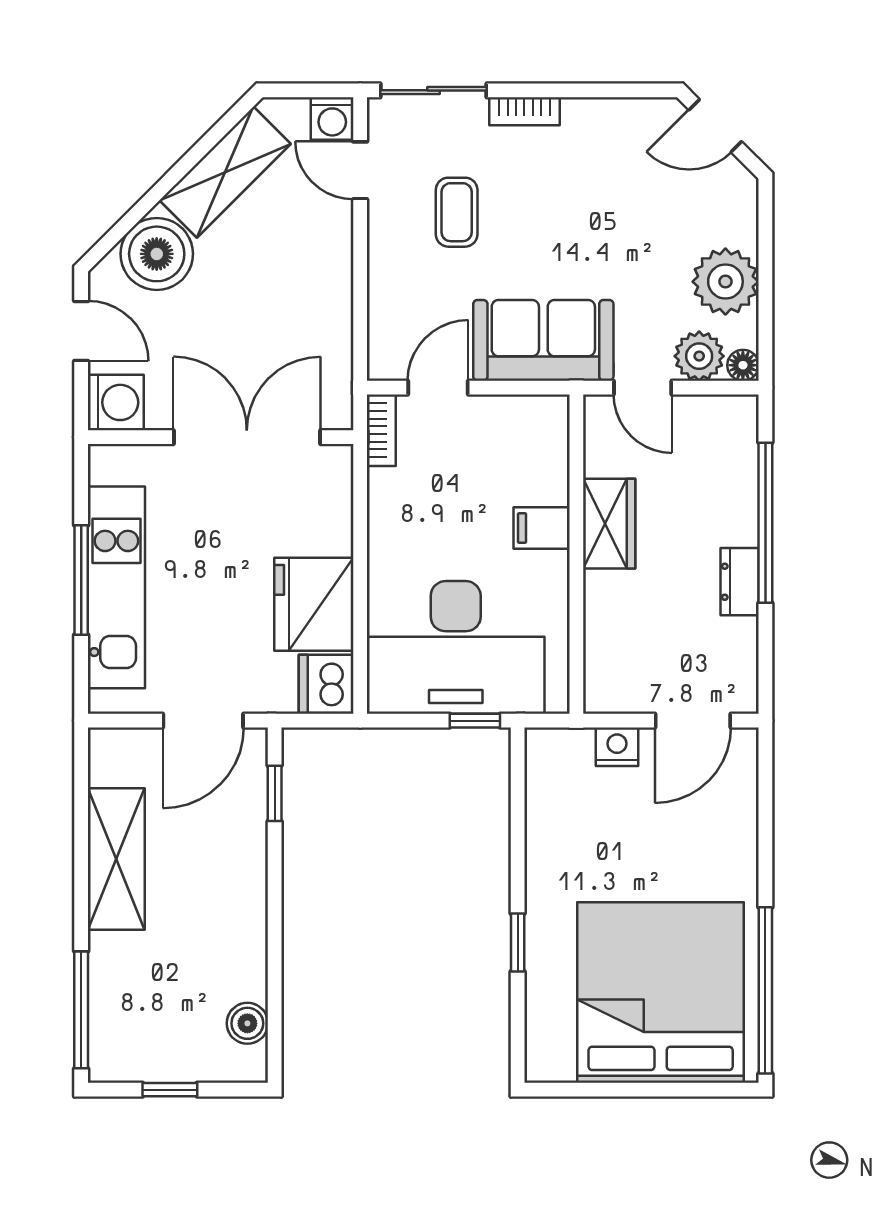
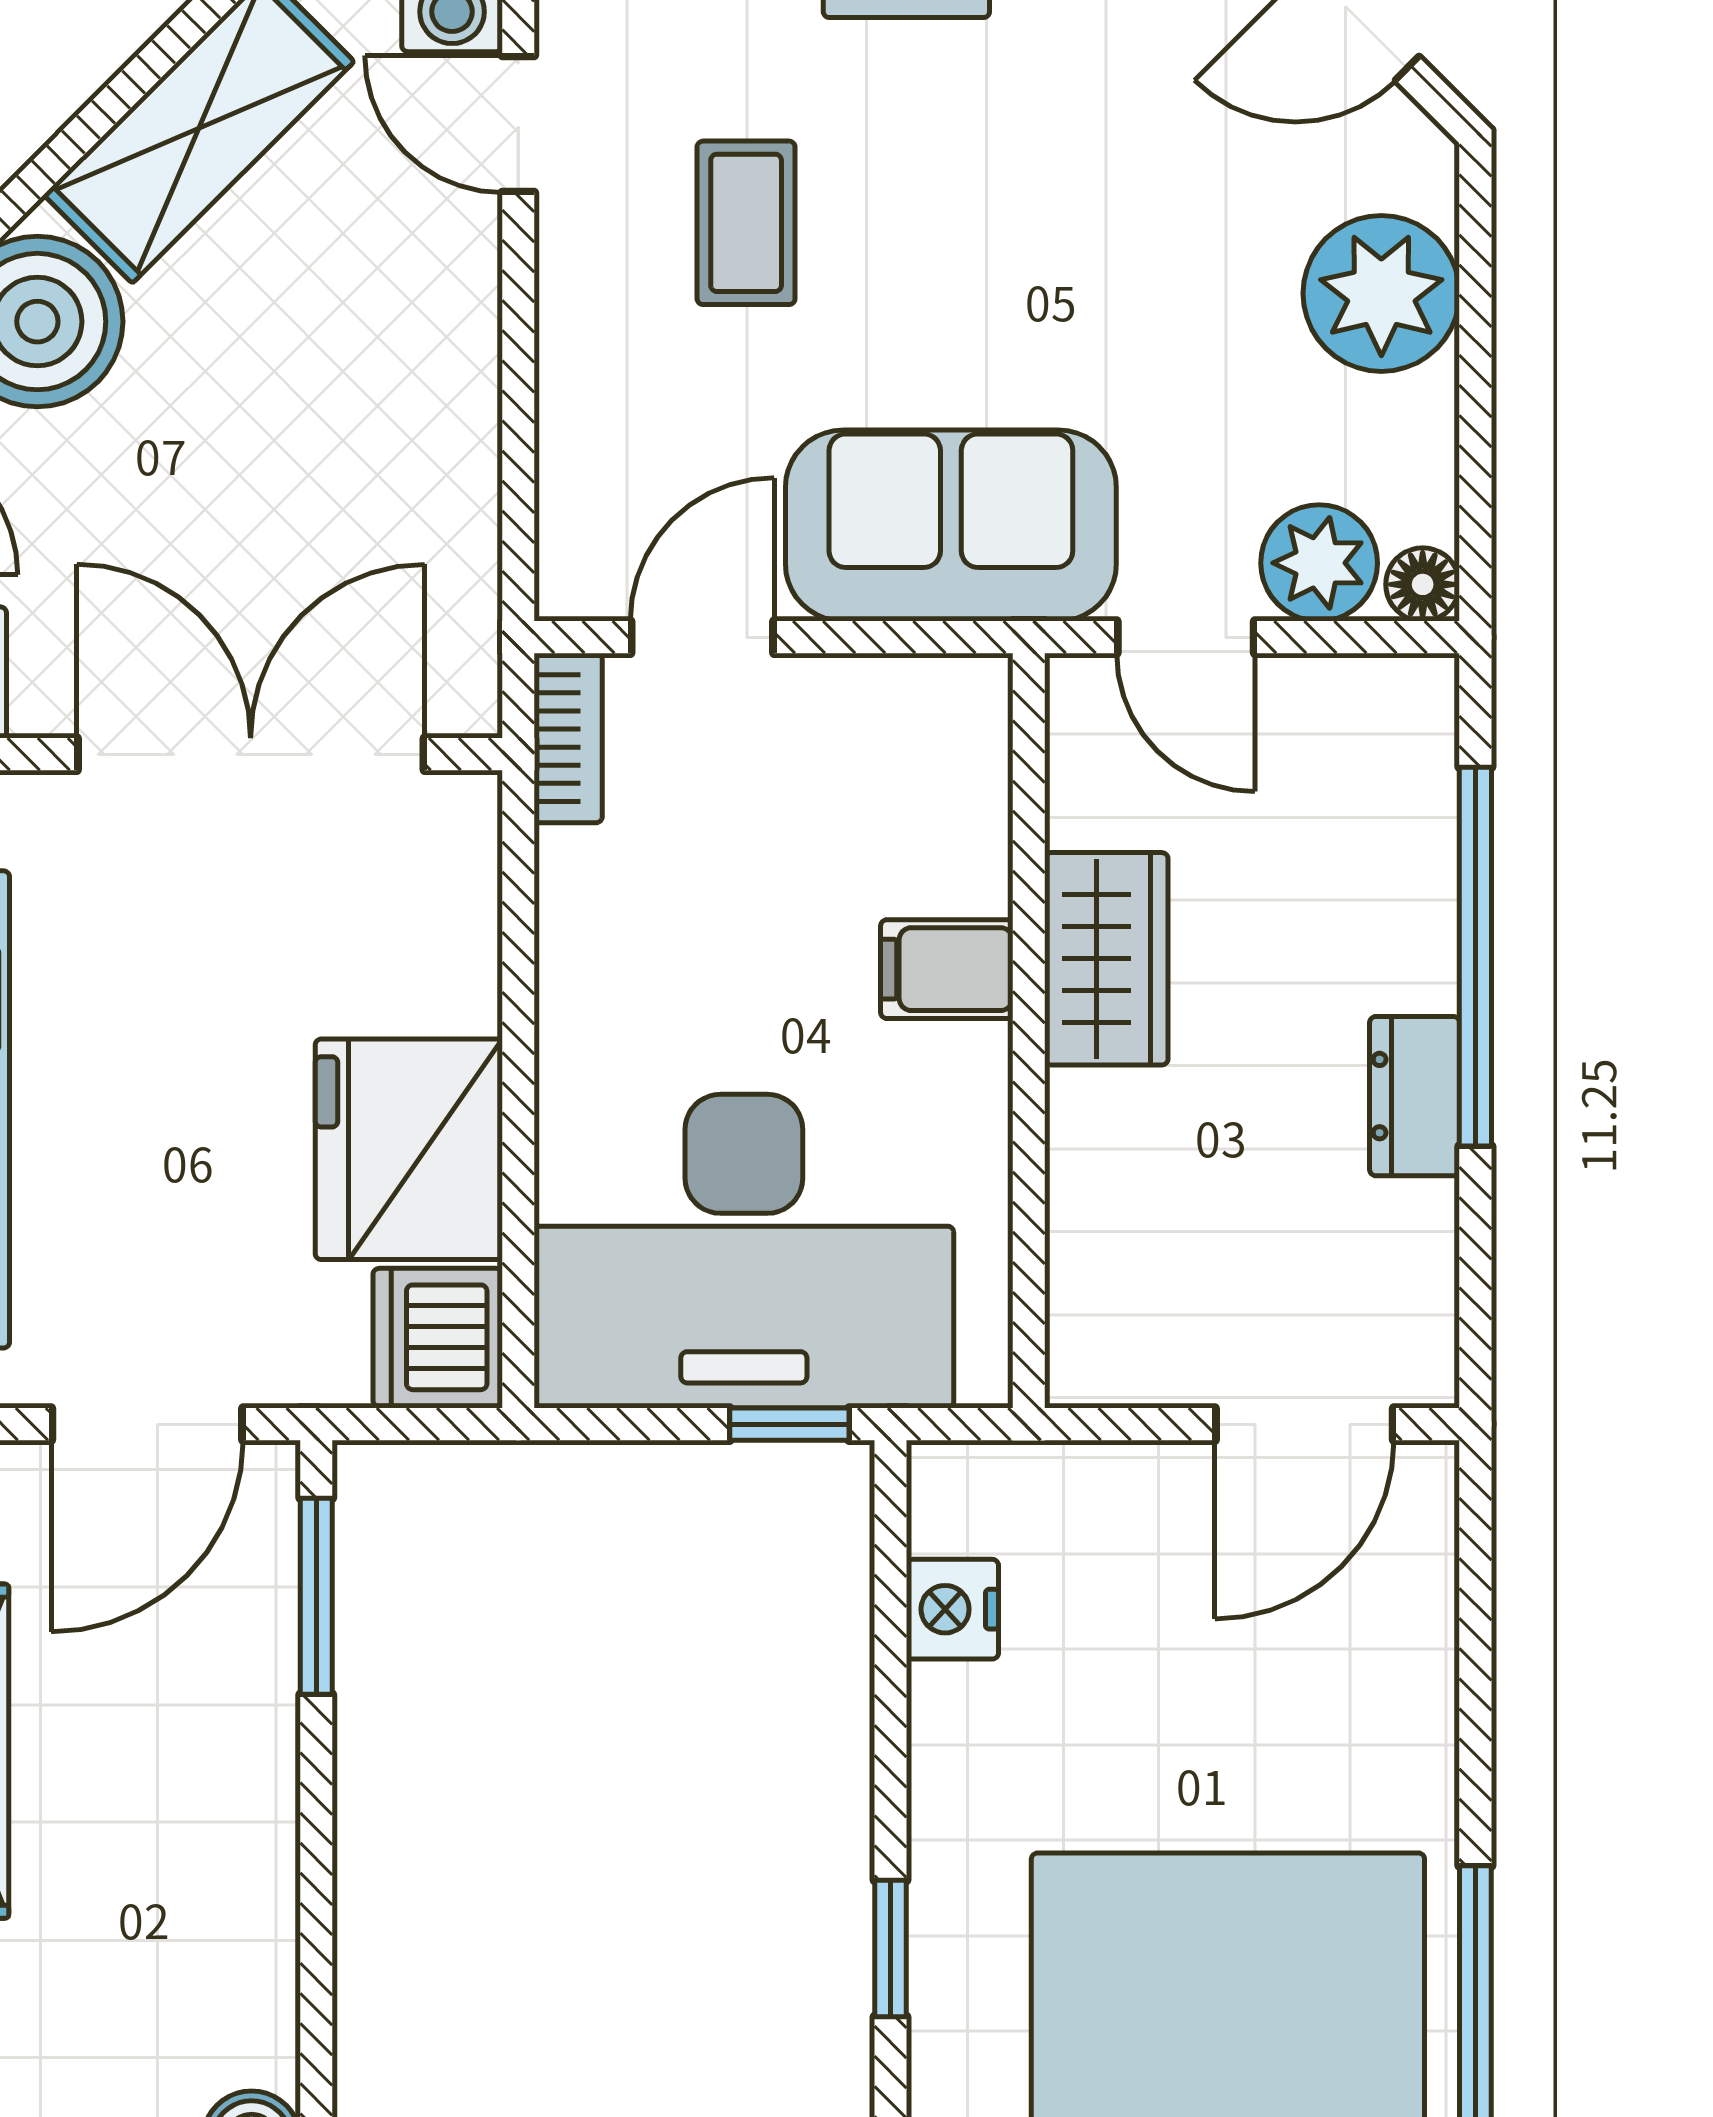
plant: (725, 282) -> (1381, 293), moved
nightstand: (617, 747) -> (952, 1609), moved, turned -90
window: (275, 793) -> (316, 1596), width x1.50

